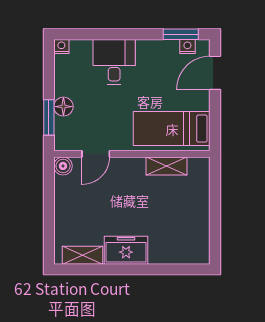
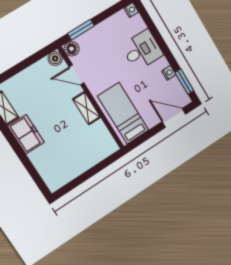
nightstand: (187, 47) -> (169, 73), moved
floor lamp: (63, 107) -> (72, 49), moved
shelving: (166, 166) -> (87, 108), moved

